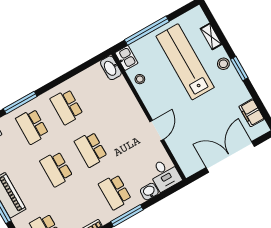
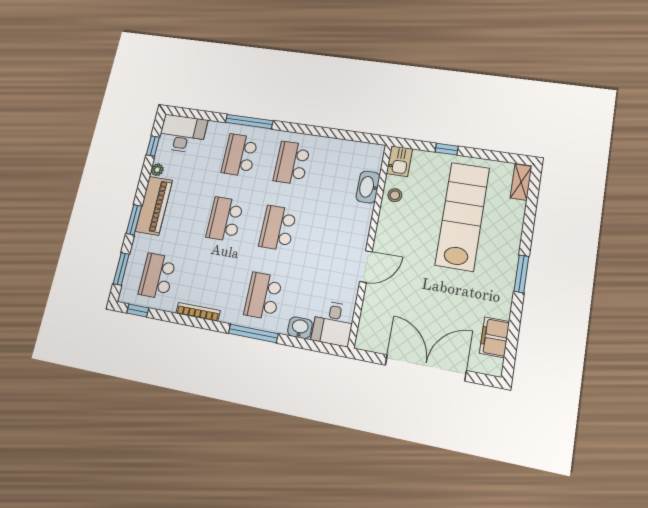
window: (147, 31) -> (447, 149), width x0.32
shelving: (211, 36) -> (521, 182), moved
stool: (223, 64) -> (506, 253), removed
washbasin: (111, 68) -> (368, 187), moved

